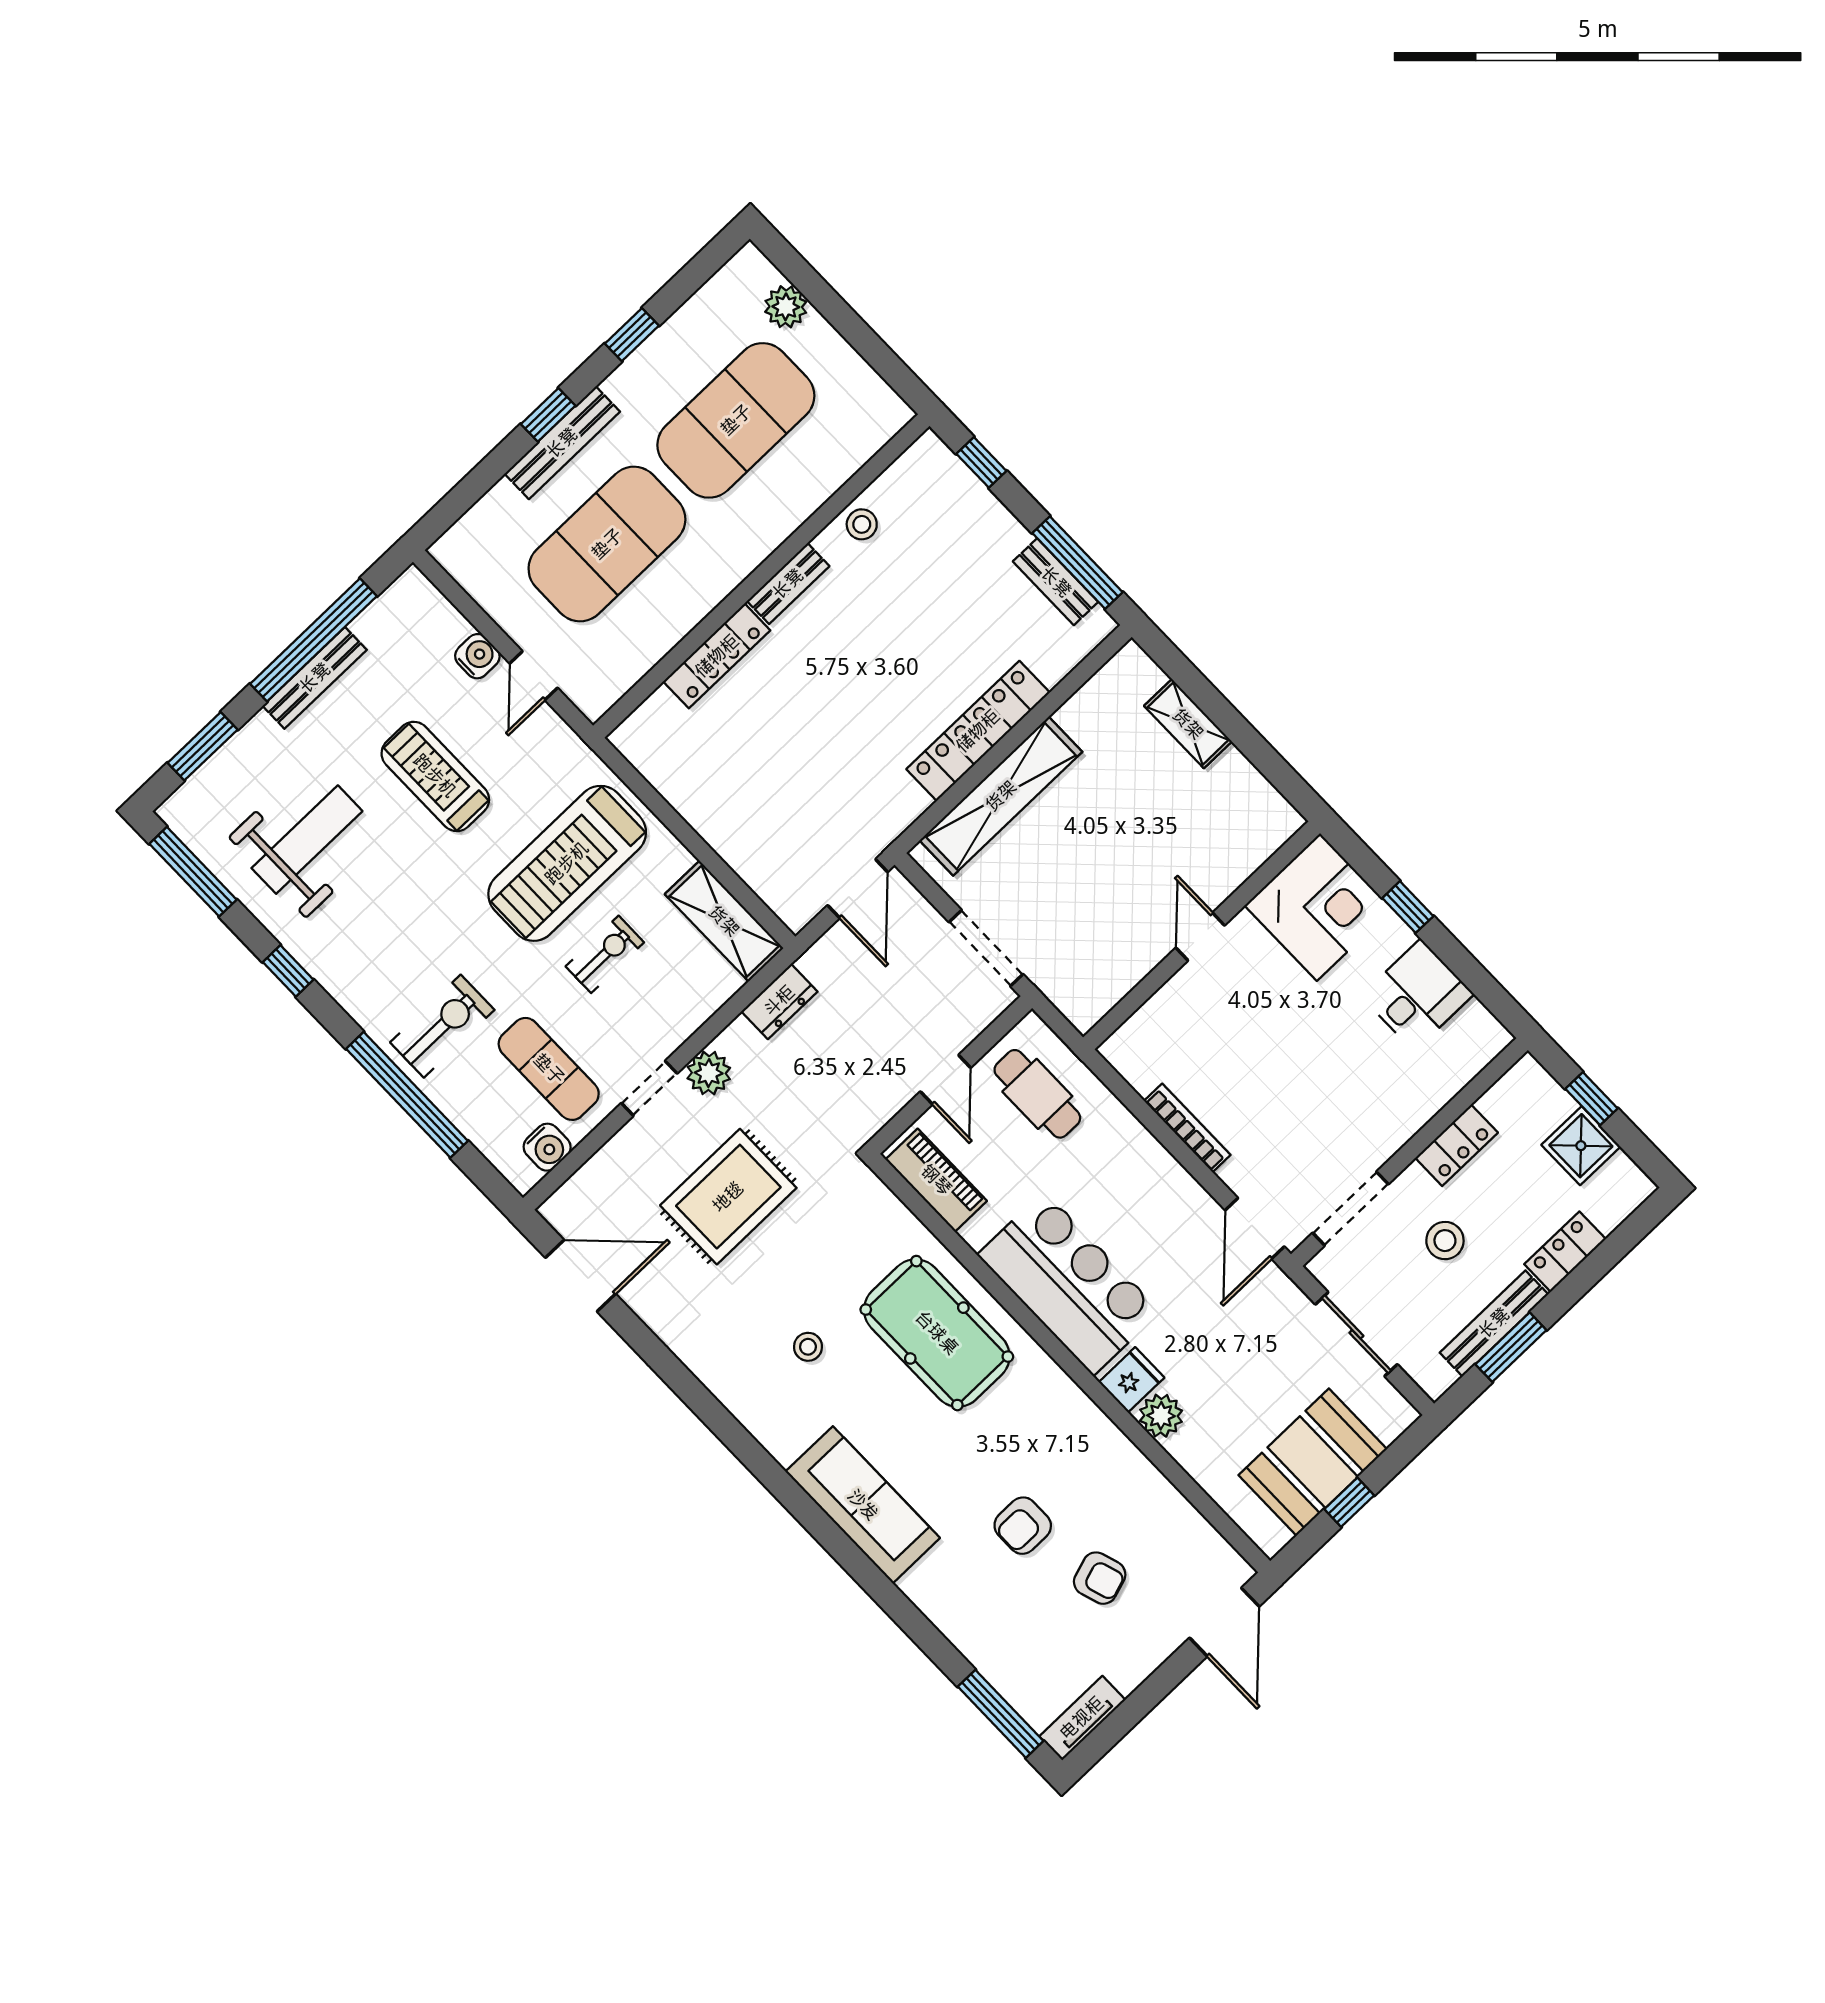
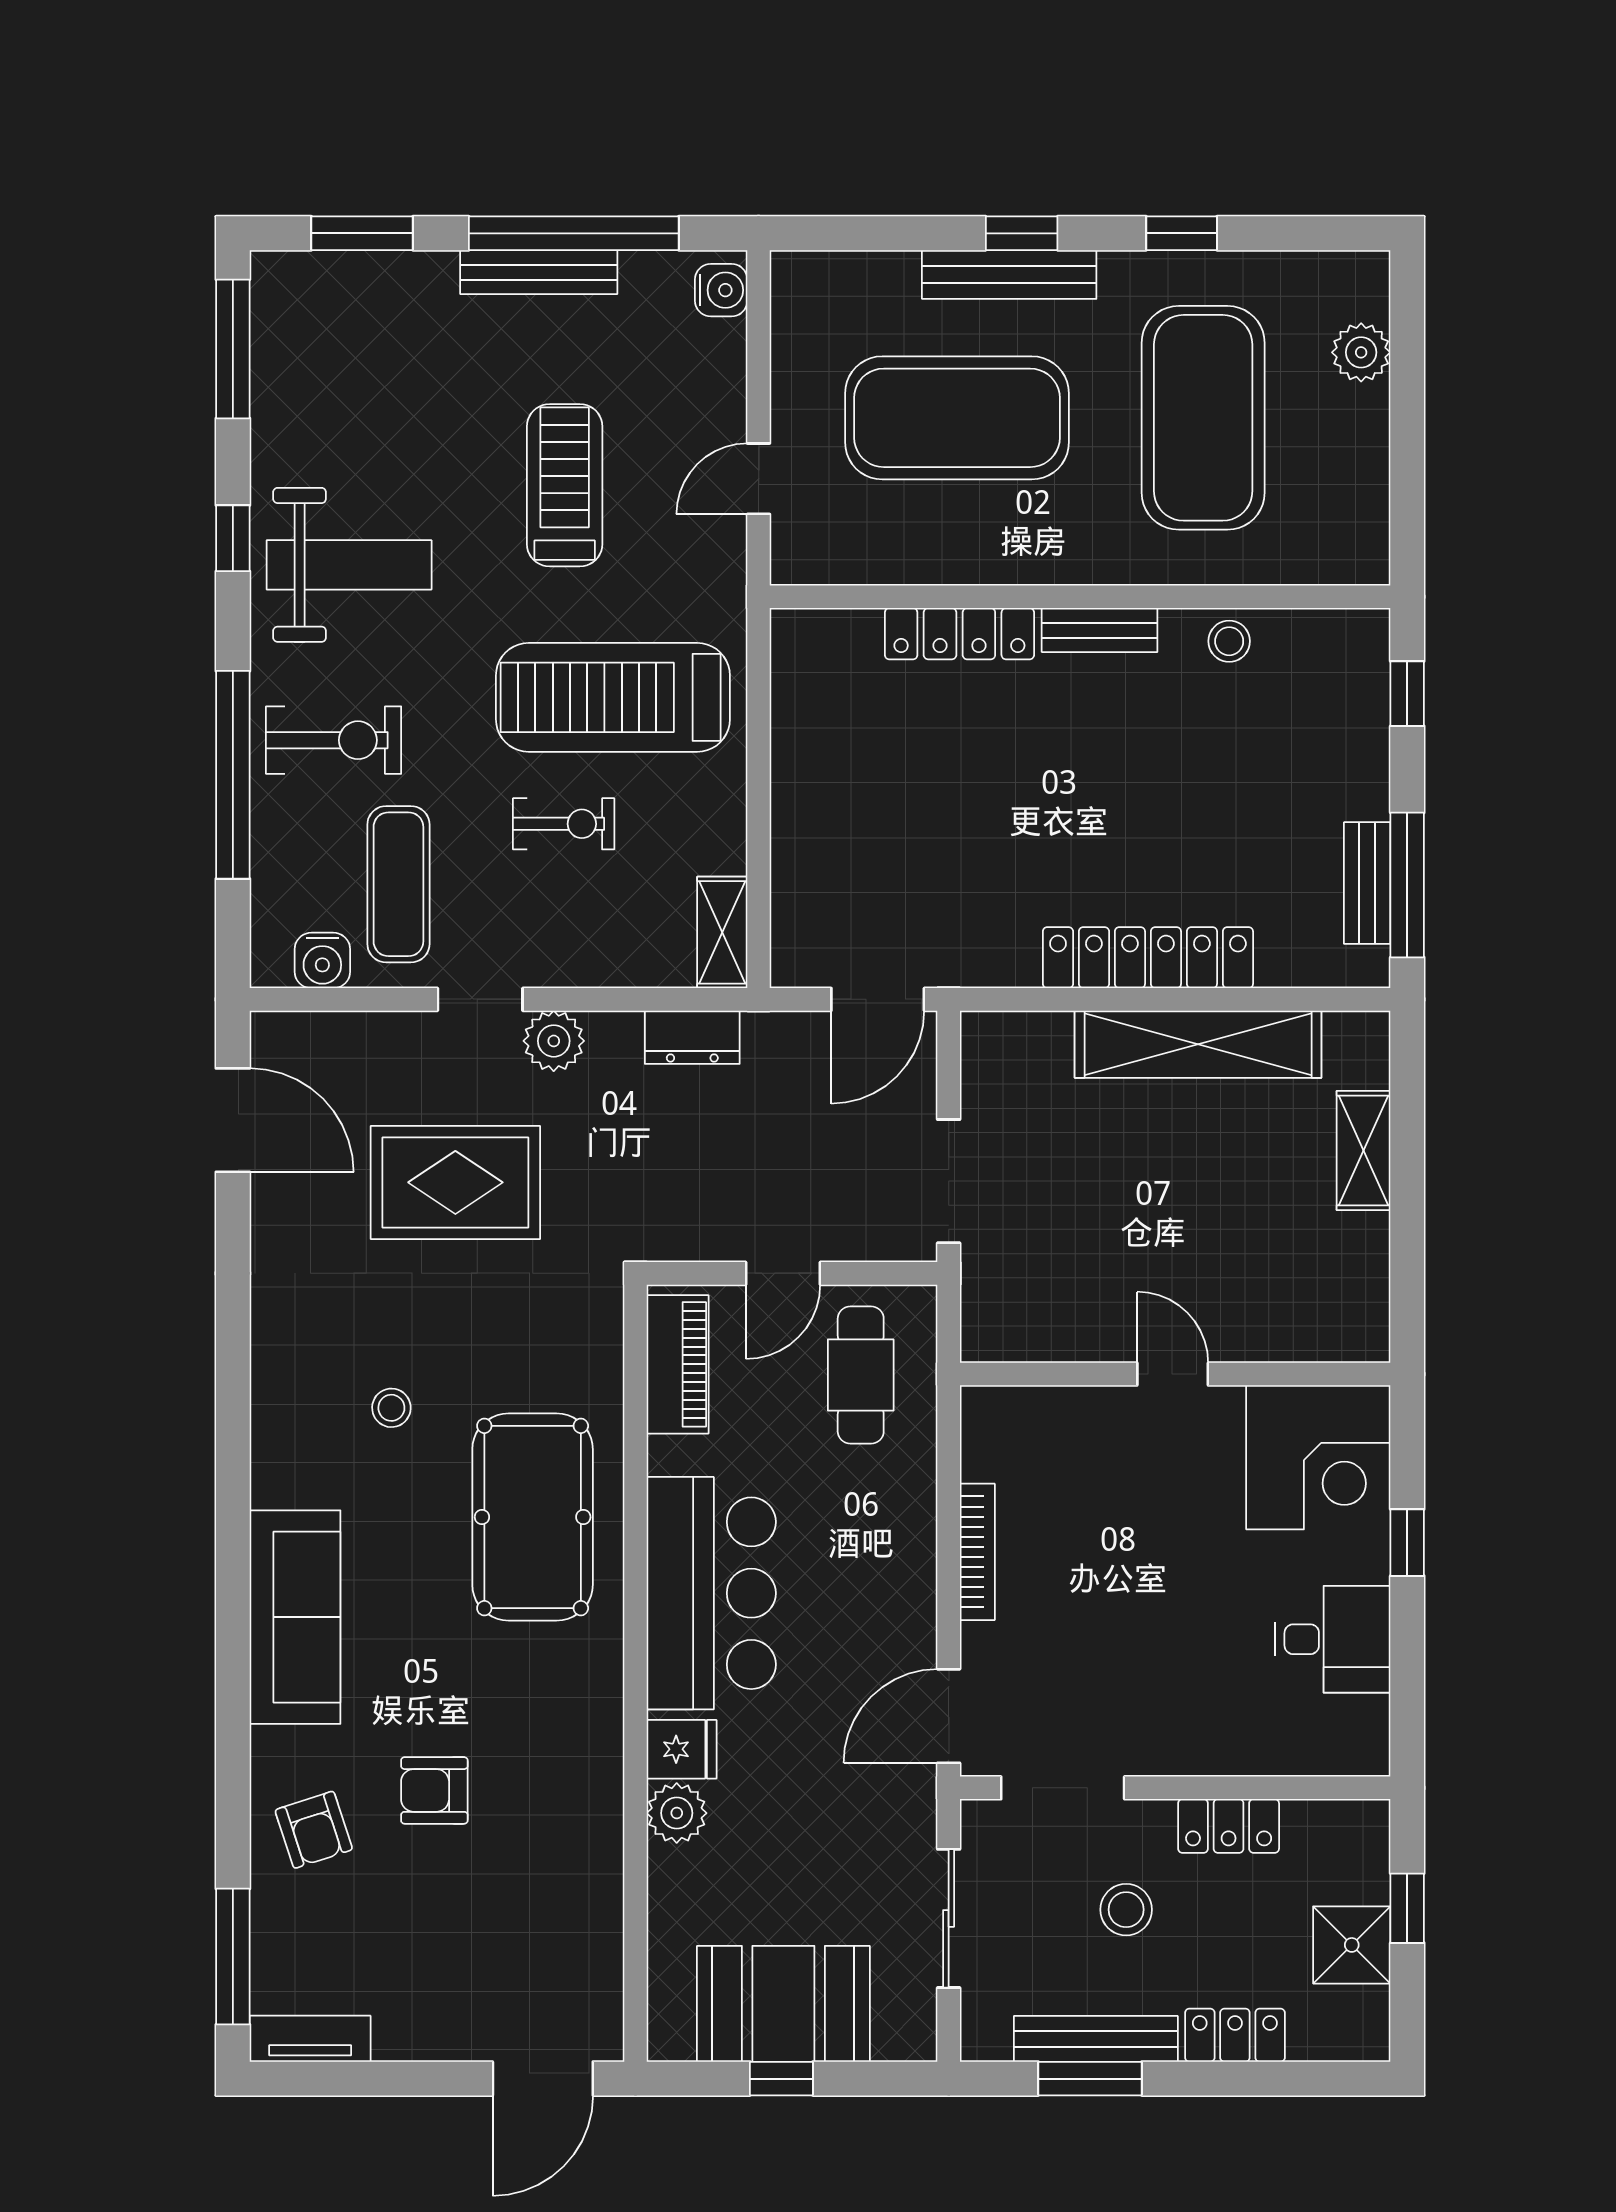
exercise mat: (736, 420) -> (1203, 418), turned 90
water cooler: (477, 656) -> (721, 290), moved
shelving: (1001, 796) -> (1198, 1044), moved
weight bench: (307, 840) -> (349, 565), moved
shelving: (724, 921) -> (722, 932), width x0.67, depth x0.75
door: (1200, 937) -> (1173, 1374), hinge flipped
armchair: (1100, 1578) -> (314, 1830), moved

